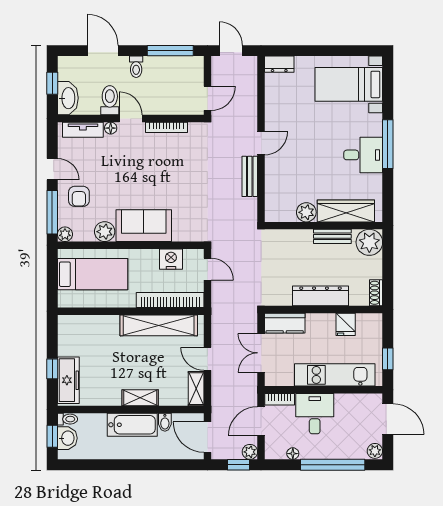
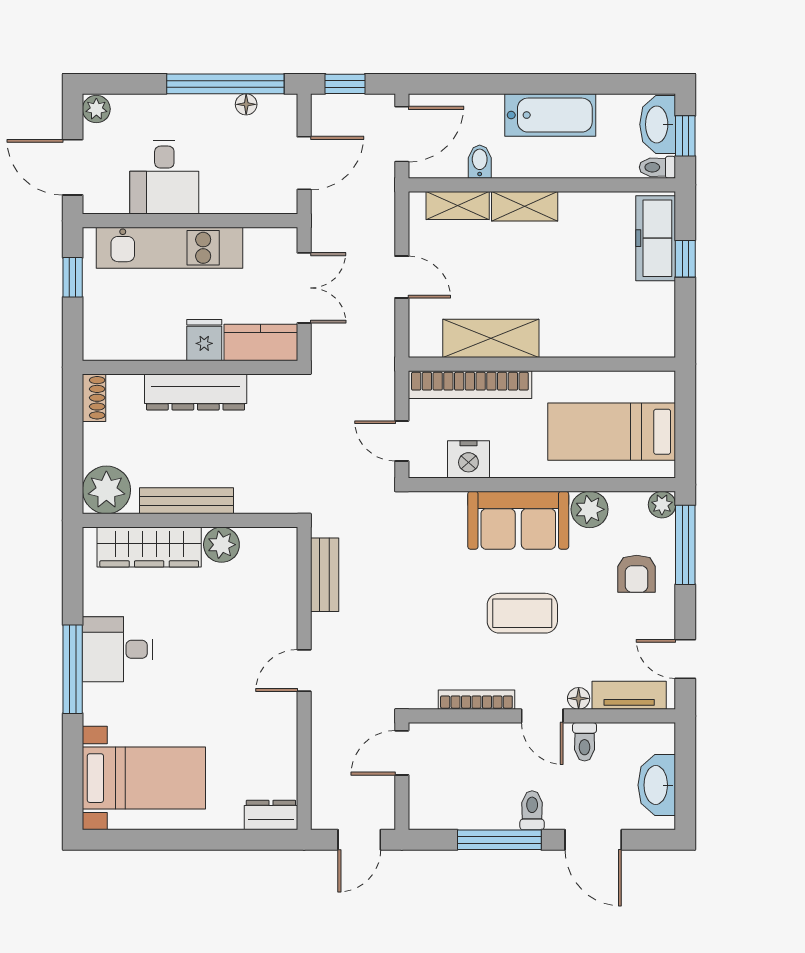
window: (170, 51) -> (499, 840), moved
door: (231, 51) -> (359, 840), hinge flipped
window: (52, 83) -> (685, 780), removed
washbasin: (68, 98) -> (657, 785), moved
toilet: (110, 100) -> (585, 742), width x0.73, depth x0.72
door: (52, 169) -> (685, 659), moved
coffee table: (141, 175) -> (522, 613), added
bench: (250, 176) -> (325, 575), moved
armchair: (79, 196) -> (637, 574), turned 180
bench: (332, 236) -> (186, 501), width x1.36
fridge: (346, 324) -> (204, 340), moved
shelving: (159, 325) -> (491, 338), width x0.68
shelving: (196, 389) -> (458, 206), moved, turned 90
bookcase: (280, 399) -> (270, 203), removed
desk: (315, 414) -> (164, 177), moved
bathtub: (132, 425) -> (550, 115), moved, turned 180
door: (207, 437) -> (402, 134), hinge flipped
washbasin: (67, 438) -> (658, 124), width x1.38
plant: (250, 452) -> (324, 107), removed
window: (333, 465) -> (225, 84), moved

